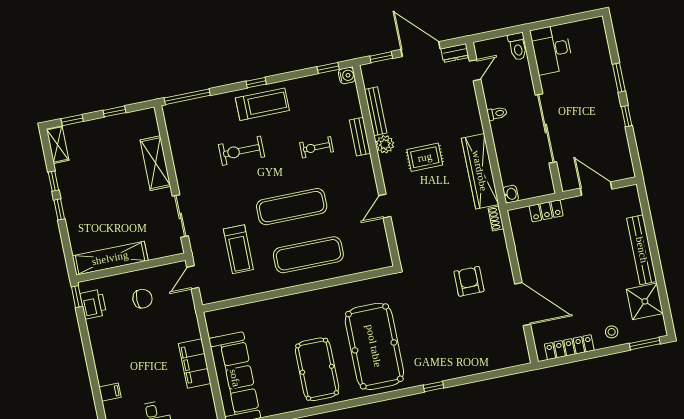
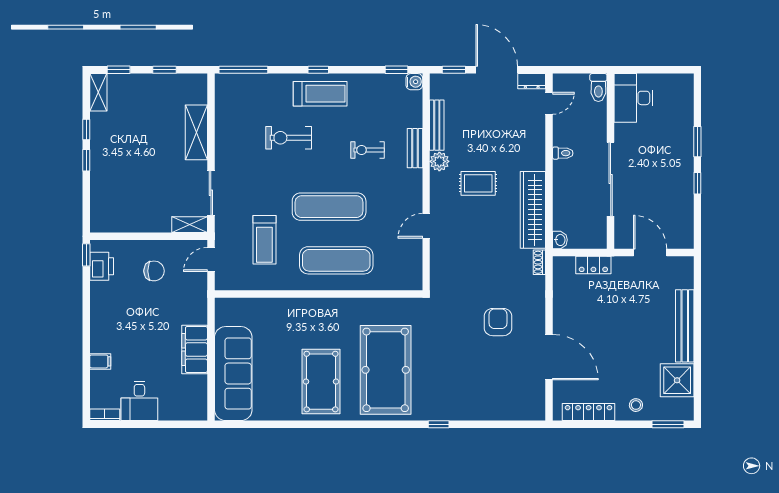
shelving: (110, 258) -> (190, 225), moved, width x0.45, depth x0.75

